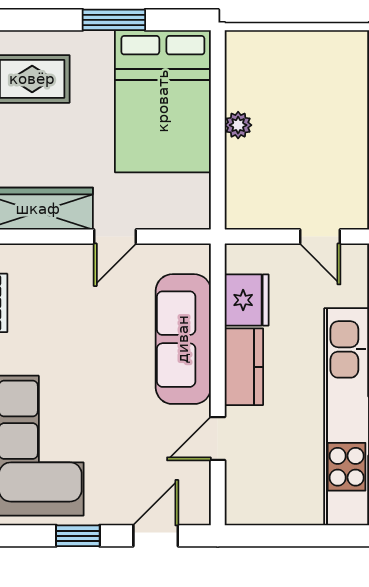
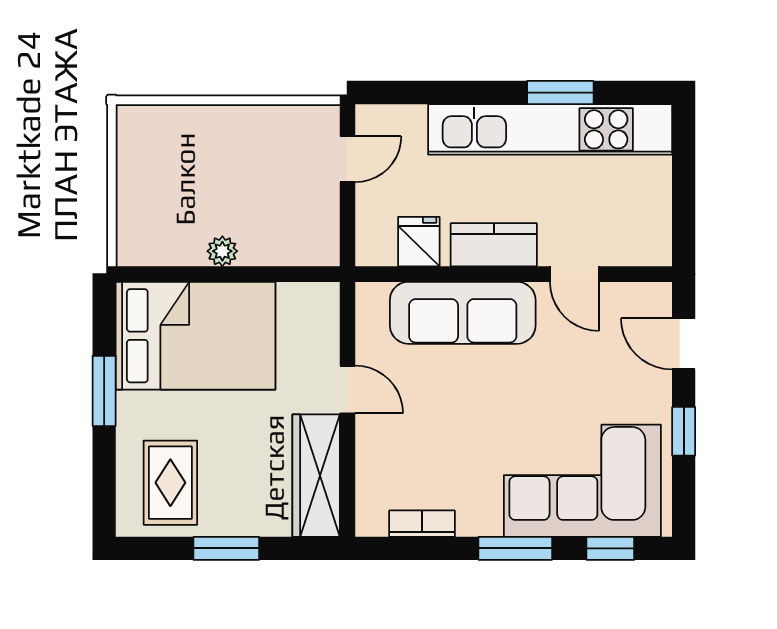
fridge: (247, 300) -> (419, 242), width x0.72

